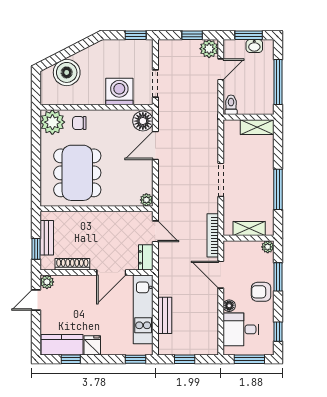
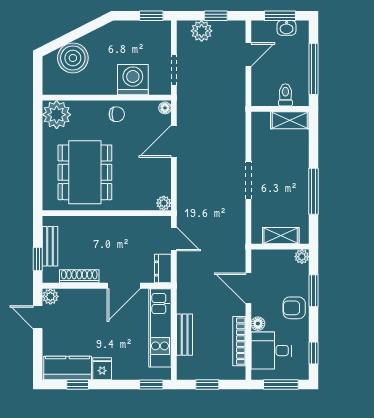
plant: (209, 49) -> (202, 31), moved
toilet: (231, 105) -> (285, 95), moved
floor lamp: (143, 121) -> (165, 108), width x0.53, depth x0.53
chair: (79, 123) -> (117, 114), moved, turned 180
bookcase: (213, 235) -> (239, 341), moved
door: (36, 300) -> (38, 317), hinge flipped

